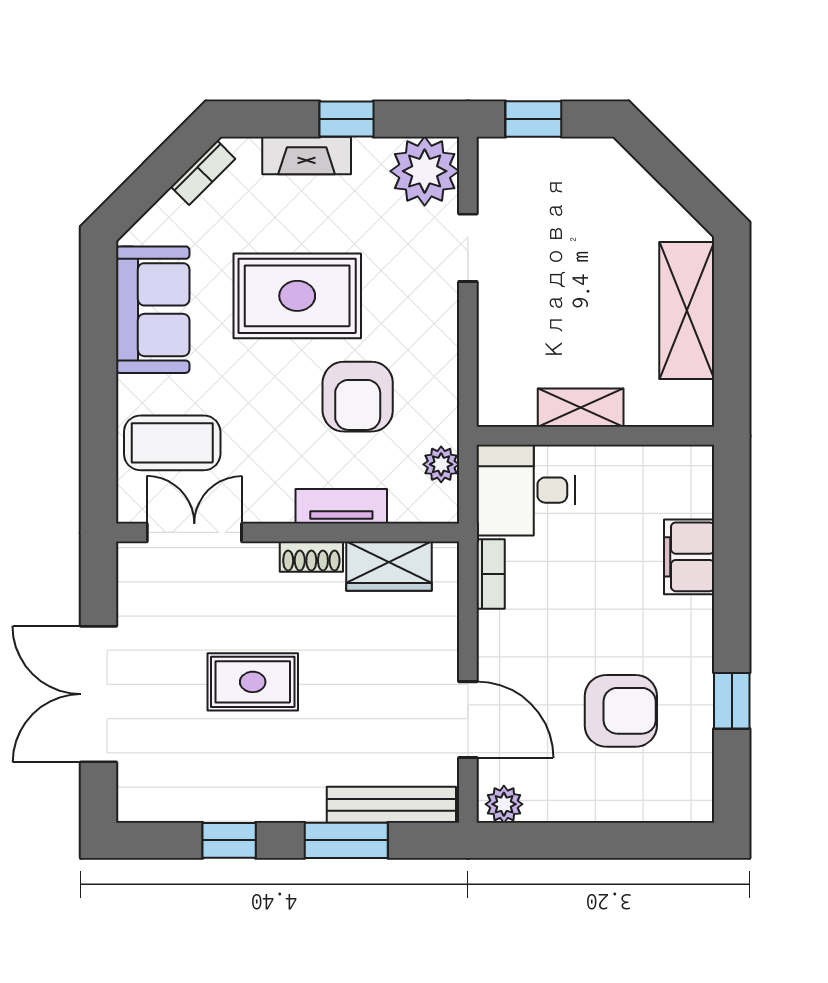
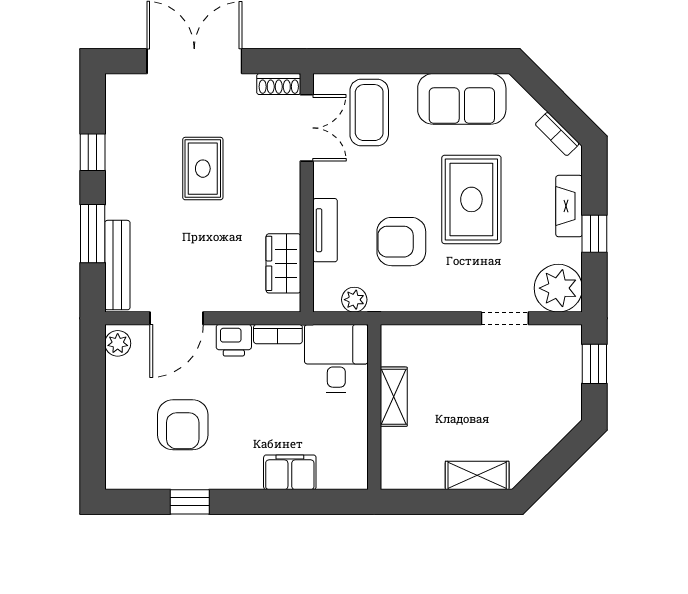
shelving: (687, 311) -> (477, 475), width x0.67, depth x0.75
shoe rack: (311, 557) -> (279, 84), moved, turned -90
printer: (500, 637) -> (234, 340), added

